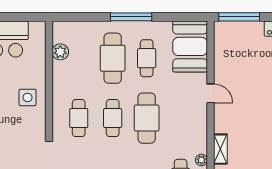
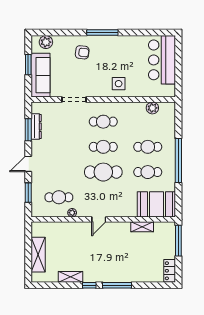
window: (131, 17) -> (178, 160), width x1.46
cafe table: (113, 58) -> (148, 147), width x0.73, depth x0.74
door: (210, 93) -> (99, 219), moved
shelving: (220, 149) -> (142, 227), moved

